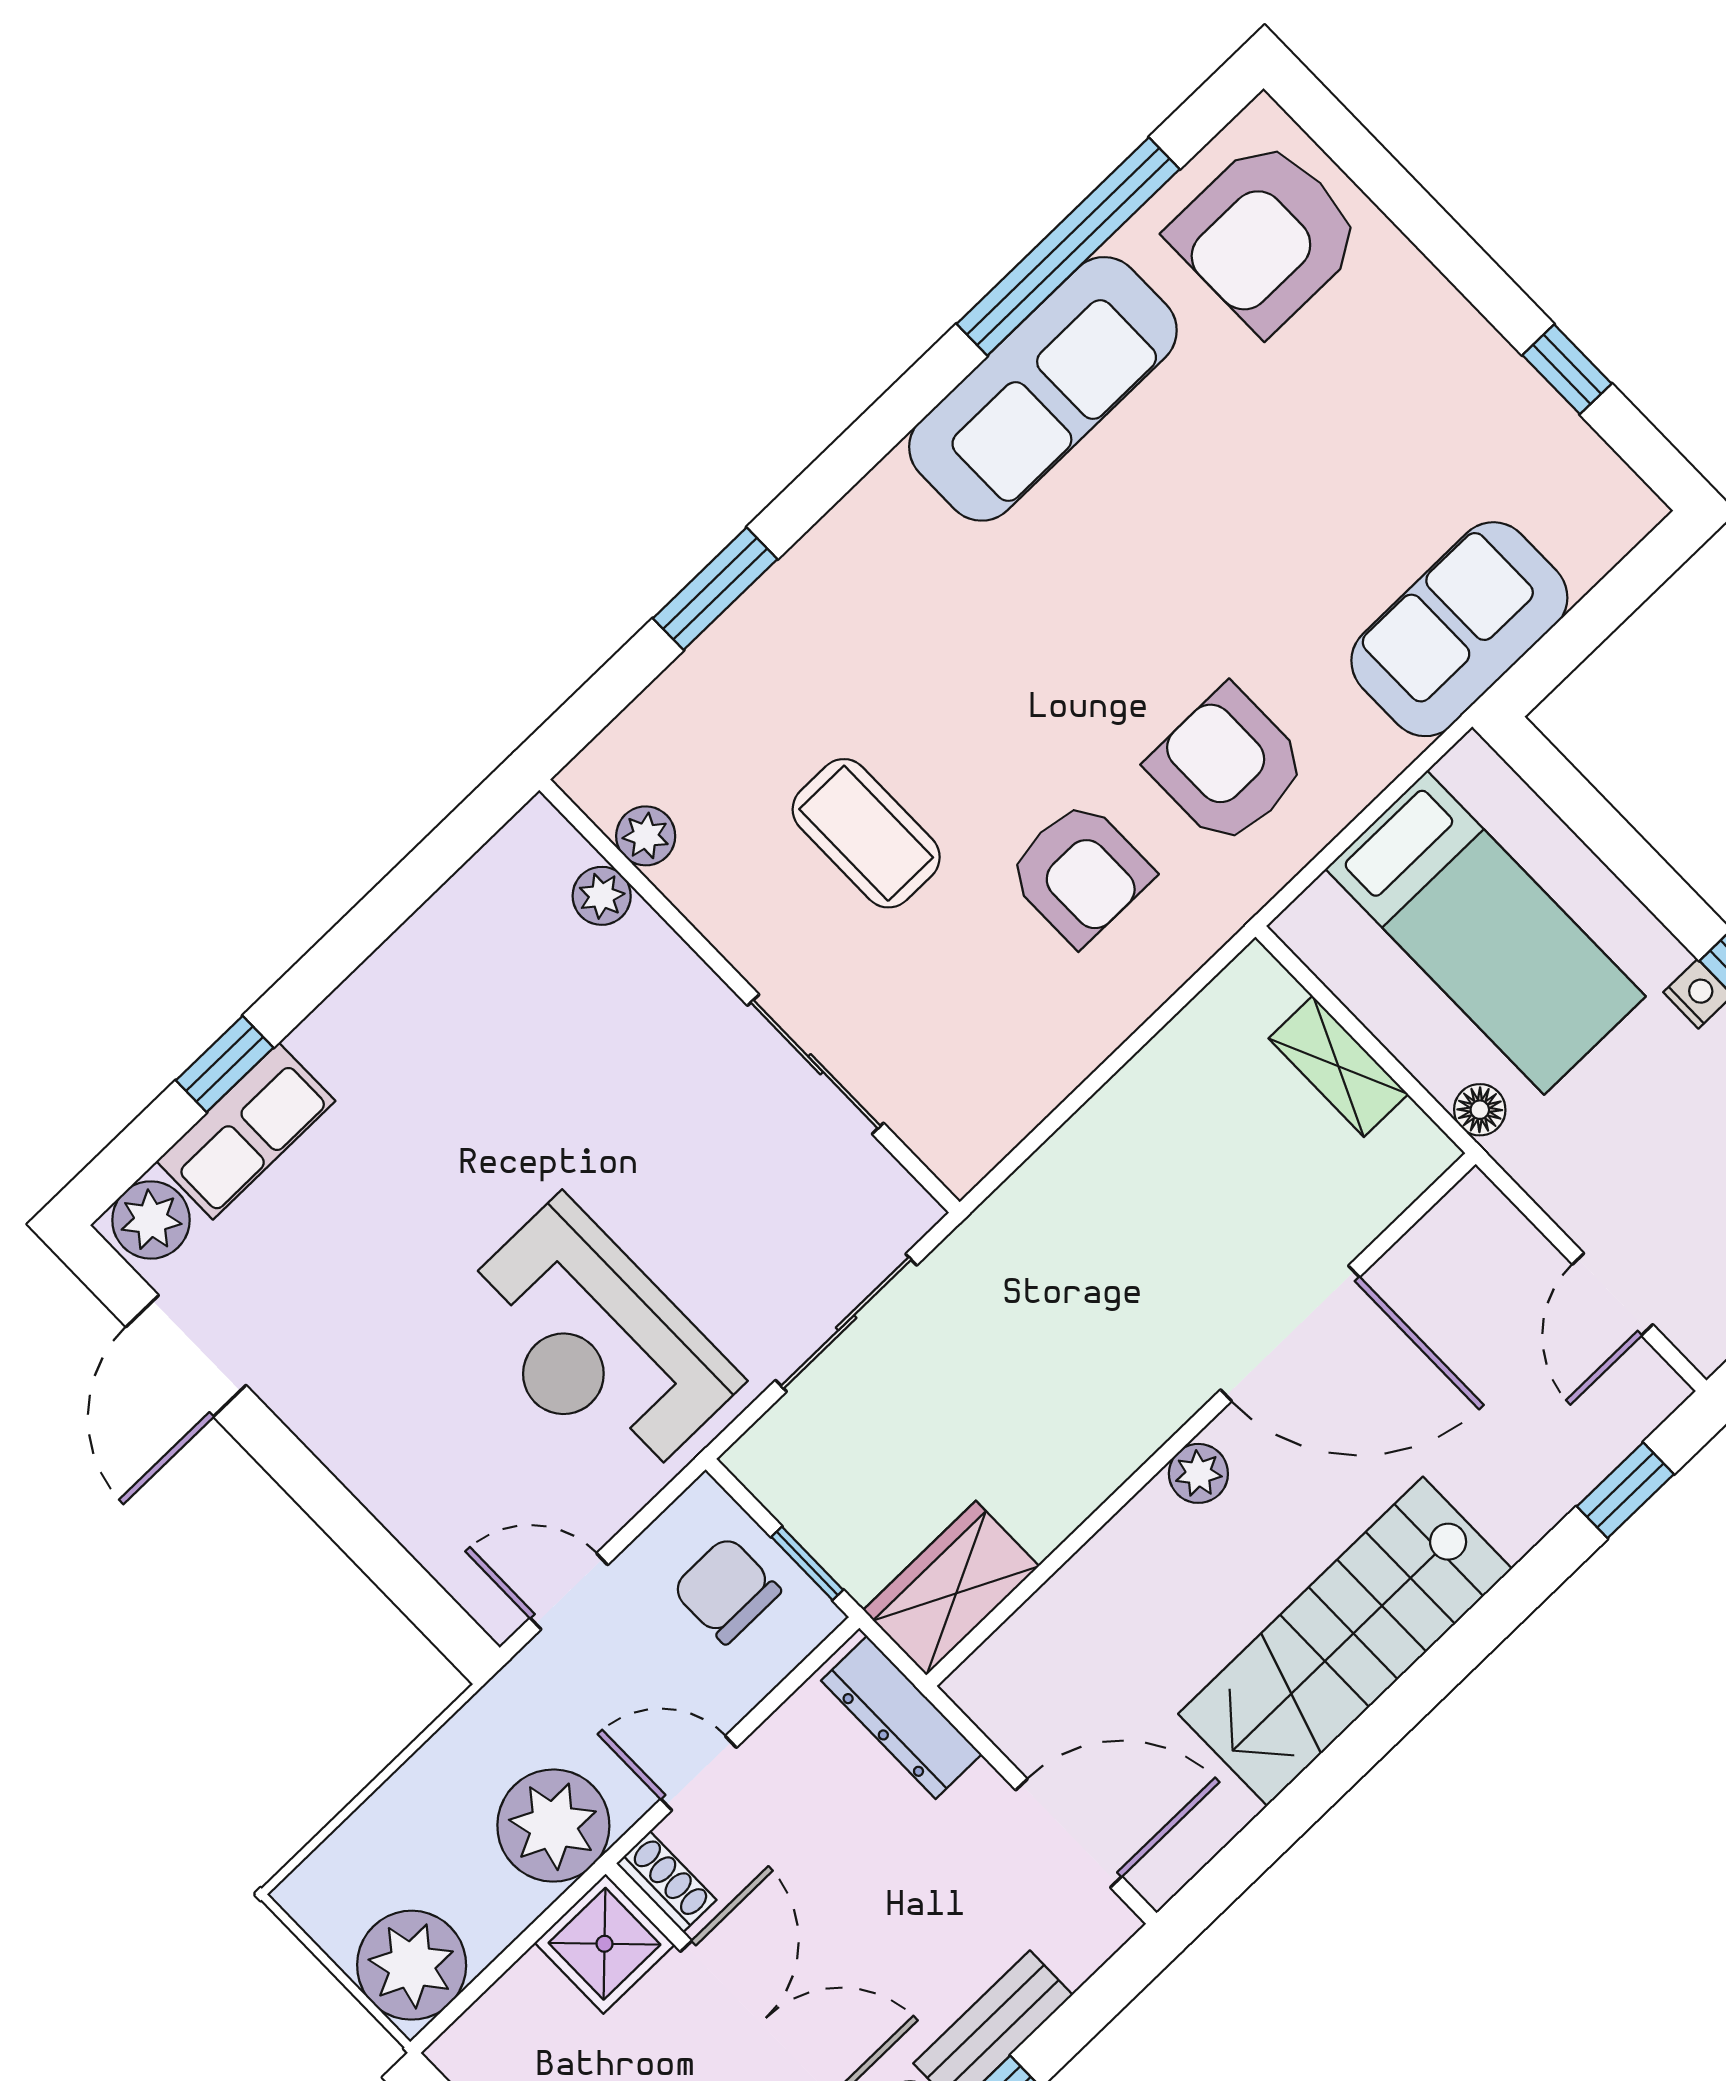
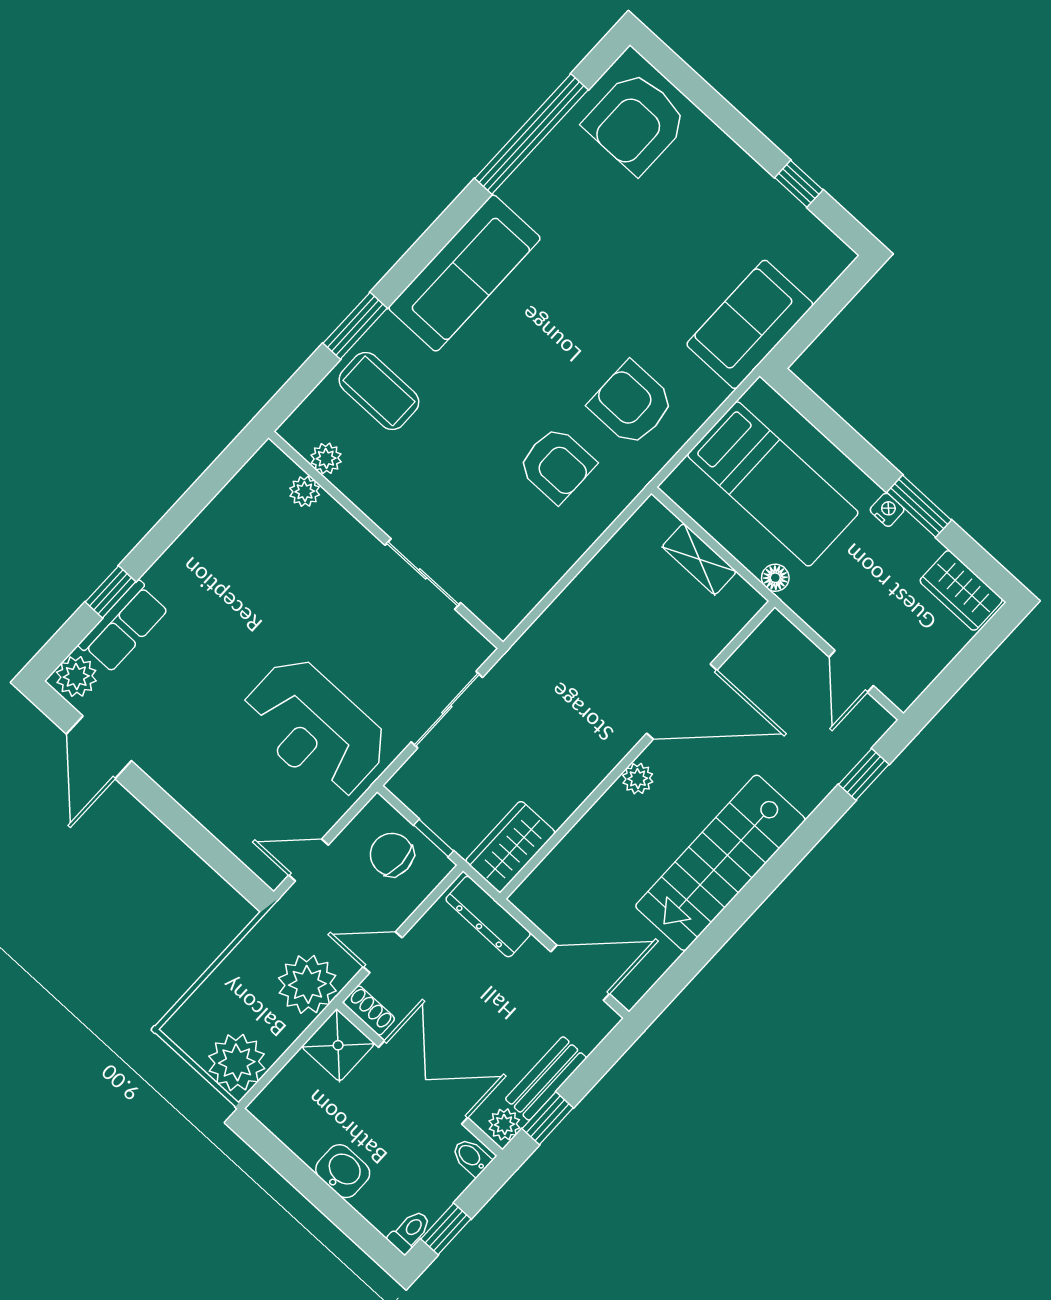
sofa: (1043, 389) -> (465, 273), moved
coffee table: (866, 833) -> (379, 391), moved

